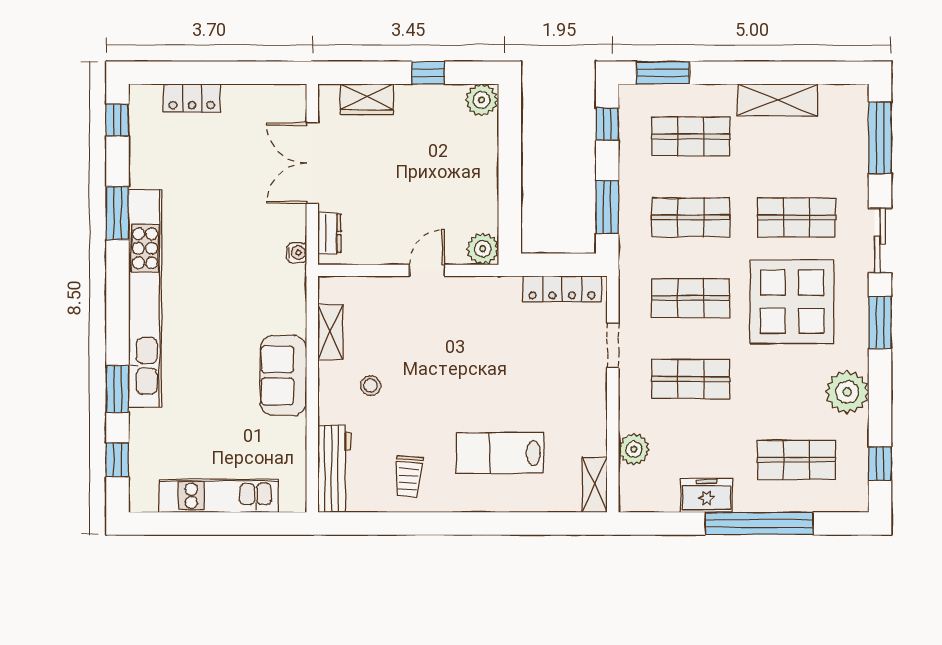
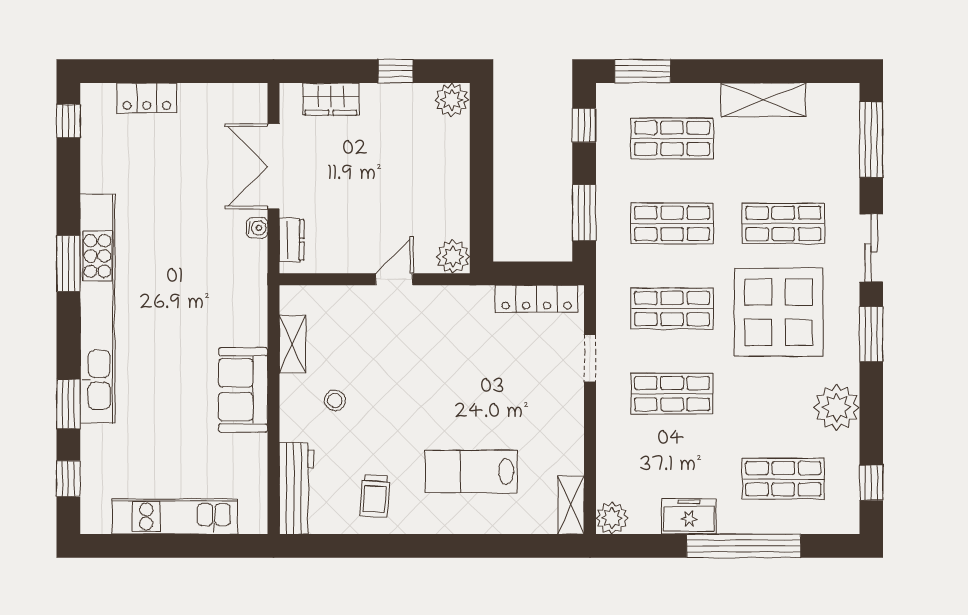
window: (117, 213) -> (68, 263), moved
water cooler: (297, 253) -> (257, 228), moved
plant: (634, 449) -> (612, 518), moved

